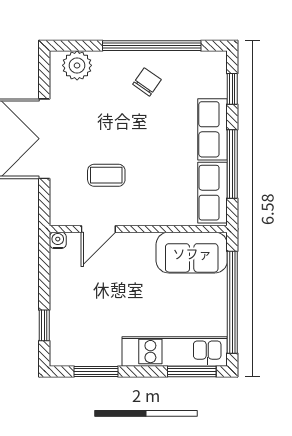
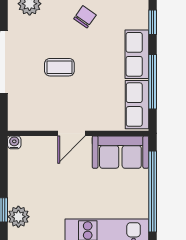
coffee table: (106, 175) -> (59, 67), moved
door: (98, 229) -> (71, 133), moved
plant: (63, 334) -> (18, 217), added

